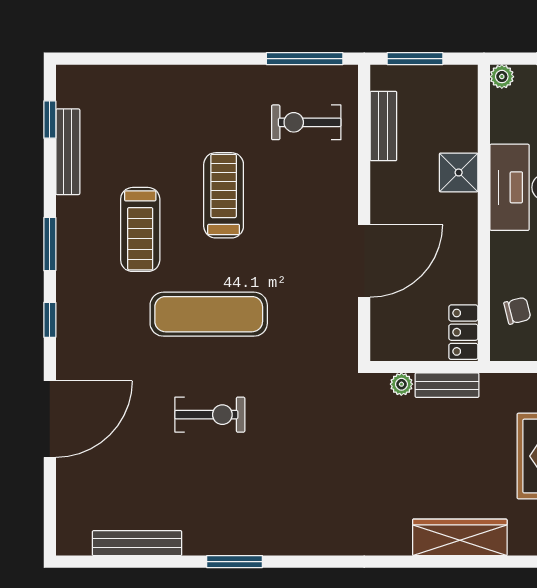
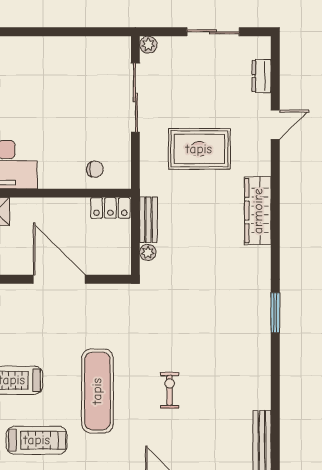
chair: (517, 311) -> (95, 169), turned 104
exercise bike: (210, 415) -> (170, 390), width x0.73, depth x0.72
window: (235, 562) -> (275, 313), moved

